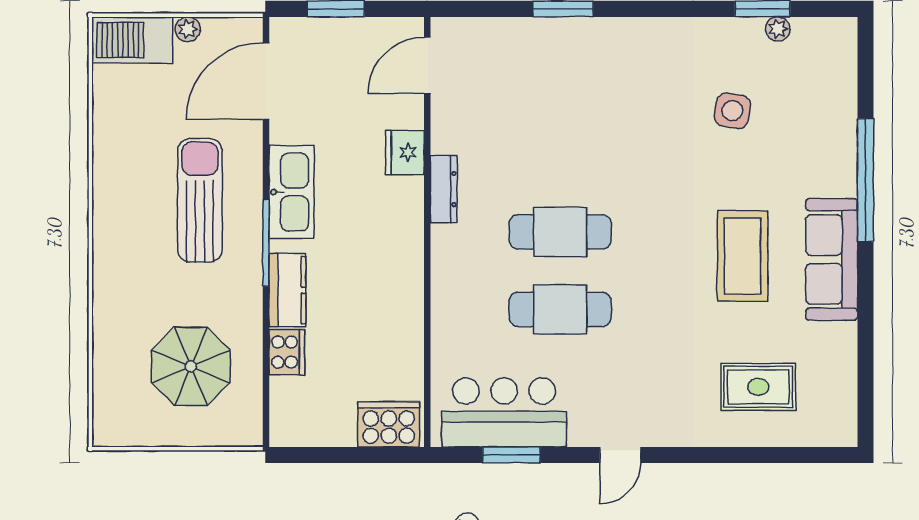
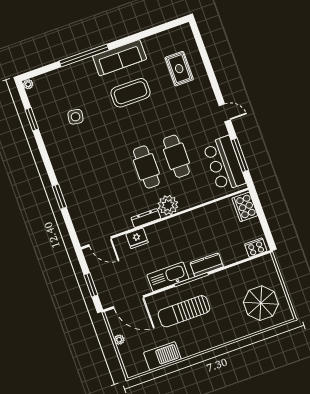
plant: (778, 29) -> (28, 84), moved
barbecue: (132, 40) -> (162, 356), moved, turned -90
plant: (455, 250) -> (168, 205), added
cooker: (287, 352) -> (256, 248), moved
parasol: (191, 366) -> (261, 303), moved
window: (511, 455) -> (240, 155), width x1.44

